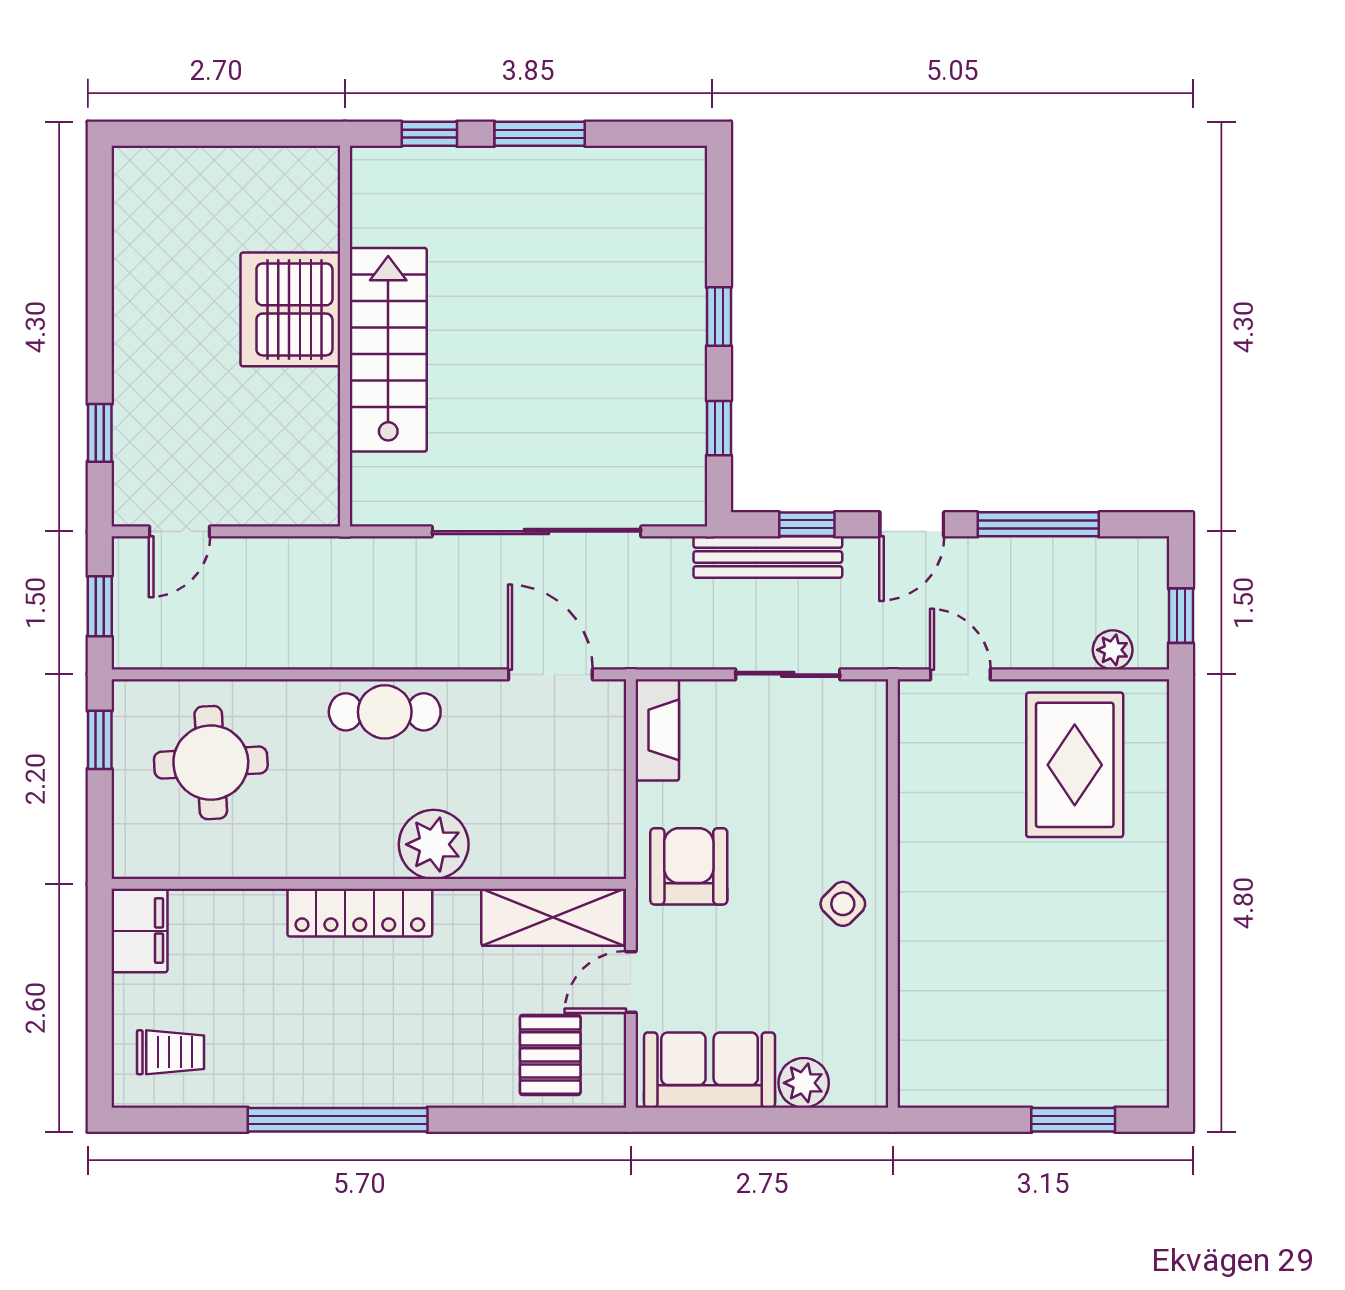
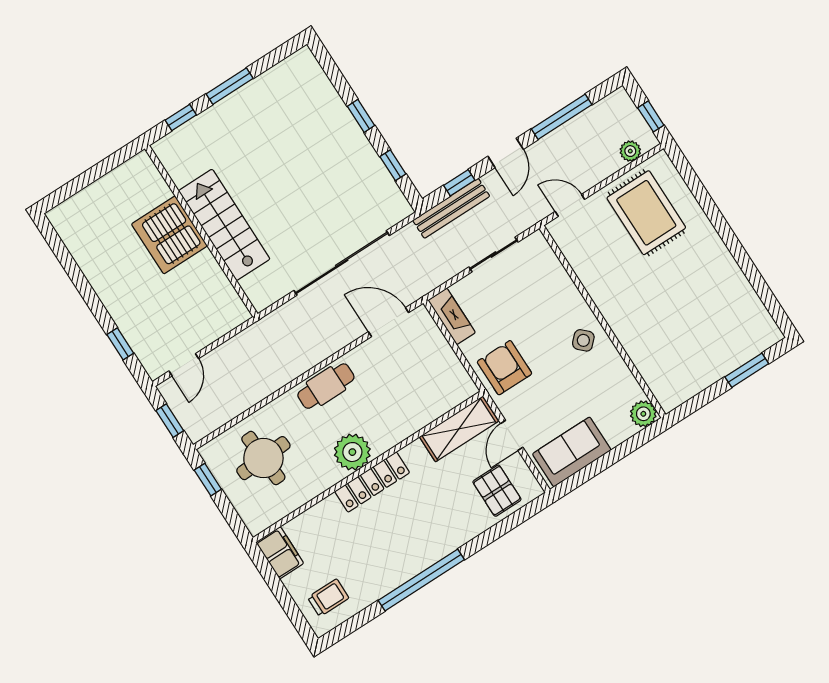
plant: (434, 844) -> (352, 452), moved
plant: (804, 1083) -> (643, 414), moved

